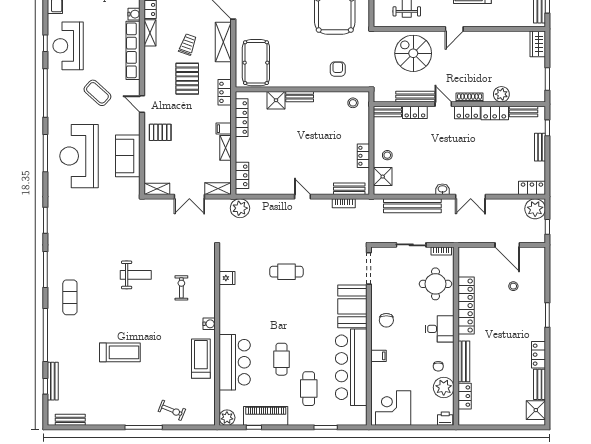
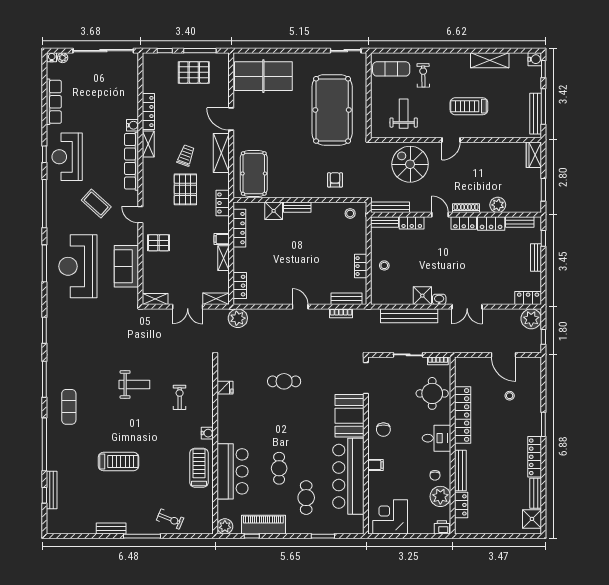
bench: (415, 97) -> (390, 207), moved
shower: (383, 177) -> (422, 296), moved
locker: (538, 355) -> (535, 457), width x1.53
bench: (70, 420) -> (111, 529), moved

